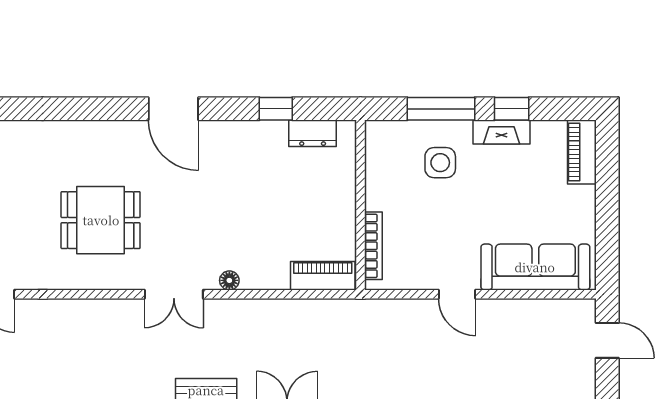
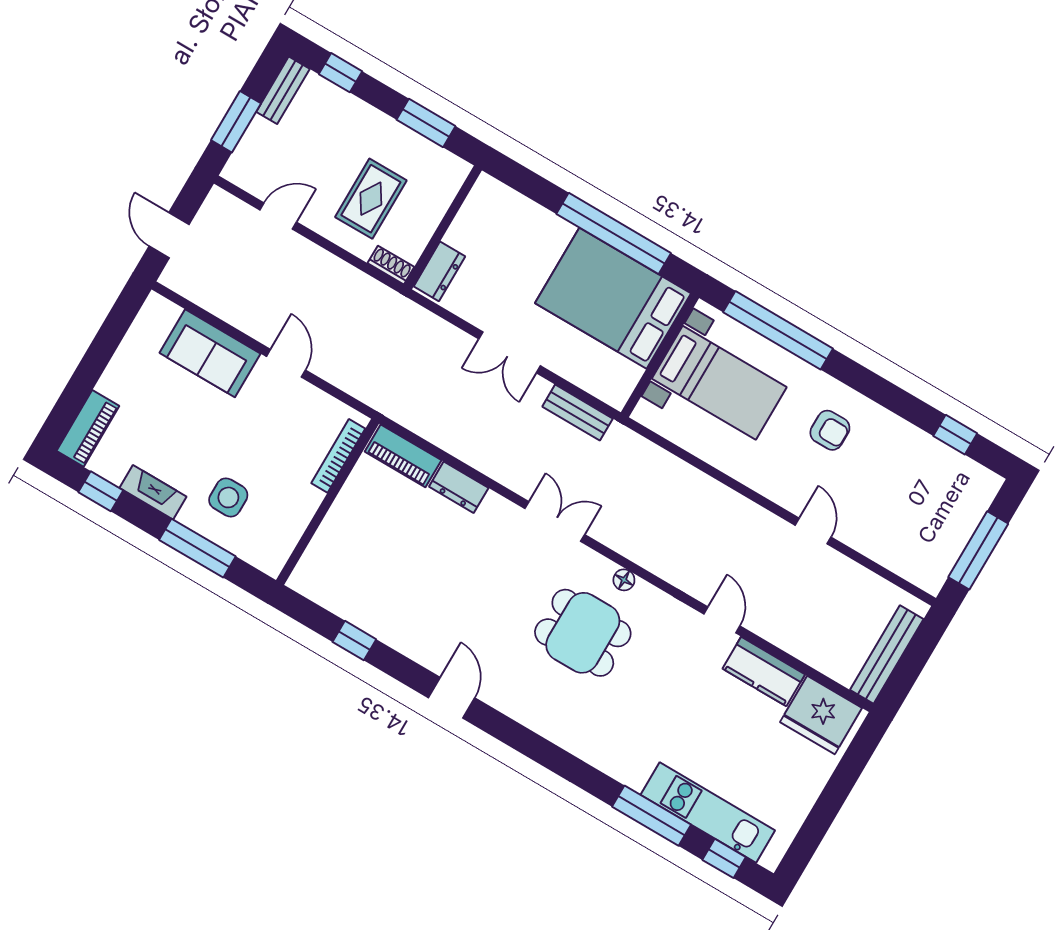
door: (173, 109) -> (451, 698), width x0.73
window: (512, 109) -> (101, 491), moved
dresser: (313, 133) -> (459, 487), moved, turned 180
sofa: (535, 267) -> (210, 353), width x0.73
floor lamp: (229, 280) -> (624, 580), moved

